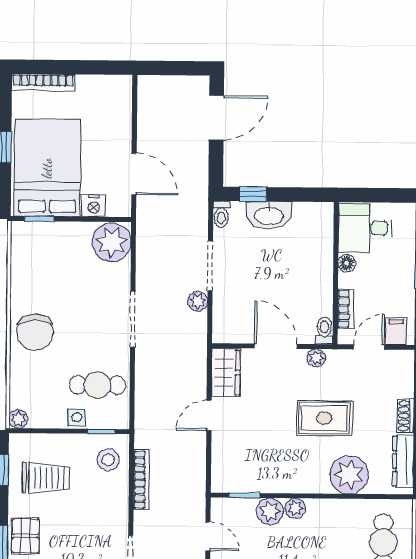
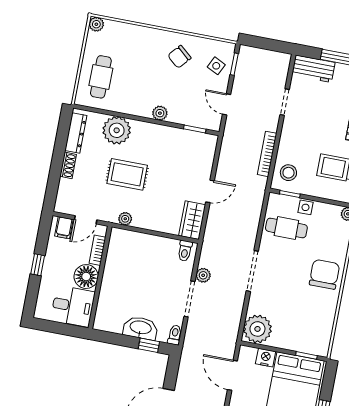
floor lamp: (347, 263) -> (86, 277), width x1.89, depth x1.89
toilet: (324, 331) -> (185, 251), moved
door: (276, 346) -> (153, 233), removed
plant: (270, 511) -> (179, 114), removed

